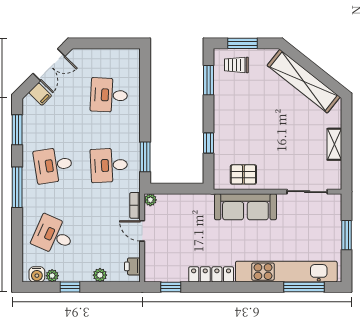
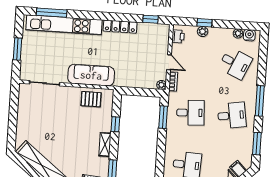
shelving: (334, 144) -> (105, 145), moved
window: (70, 287) -> (204, 23), moved

